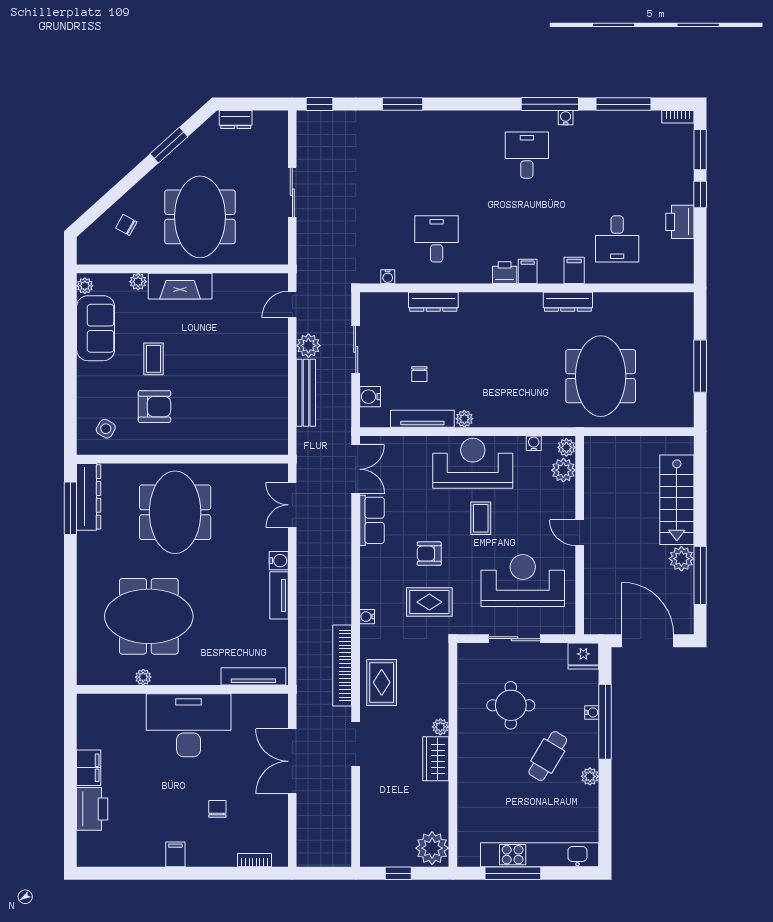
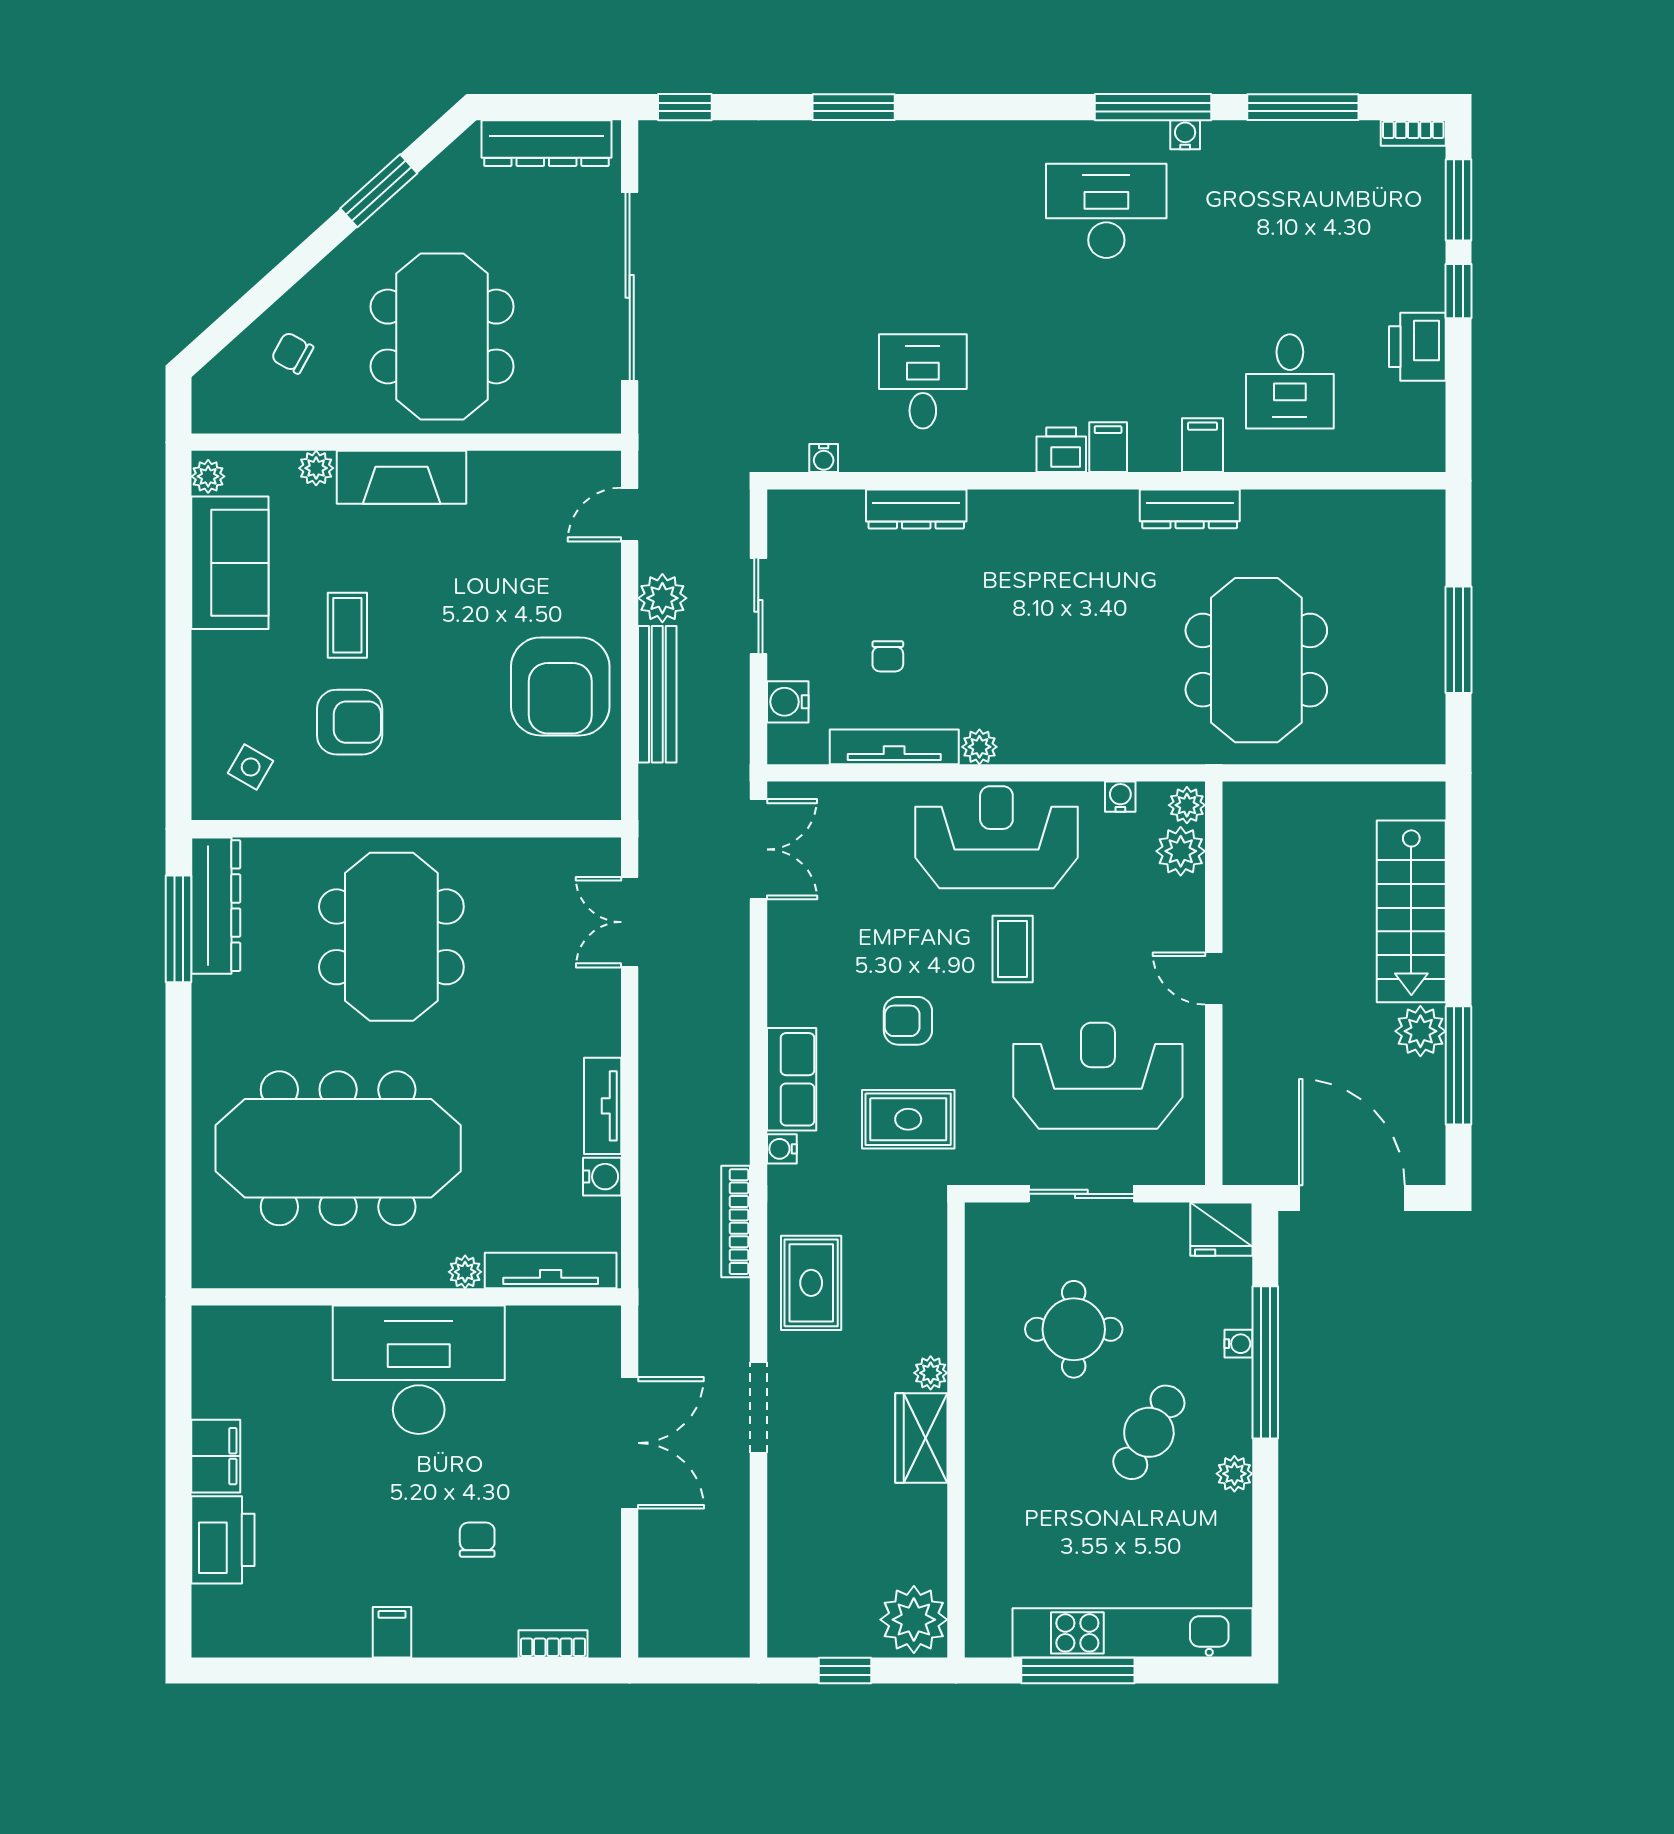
dresser: (236, 120) -> (546, 143), width x1.96, depth x1.24
desk: (527, 155) -> (1106, 211), width x1.37
sliding door: (292, 192) -> (630, 286), width x1.86
armchair: (258, 389) -> (560, 686), added
row of seats: (372, 520) -> (792, 1079), moved
water cooler: (279, 561) -> (602, 1177), moved
meeting table: (149, 616) -> (338, 1148), width x1.36
bookcase: (342, 666) -> (736, 1222), width x0.68, depth x0.76
plant: (143, 677) -> (465, 1272), moved
double door: (292, 761) -> (630, 1443), swing flipped

